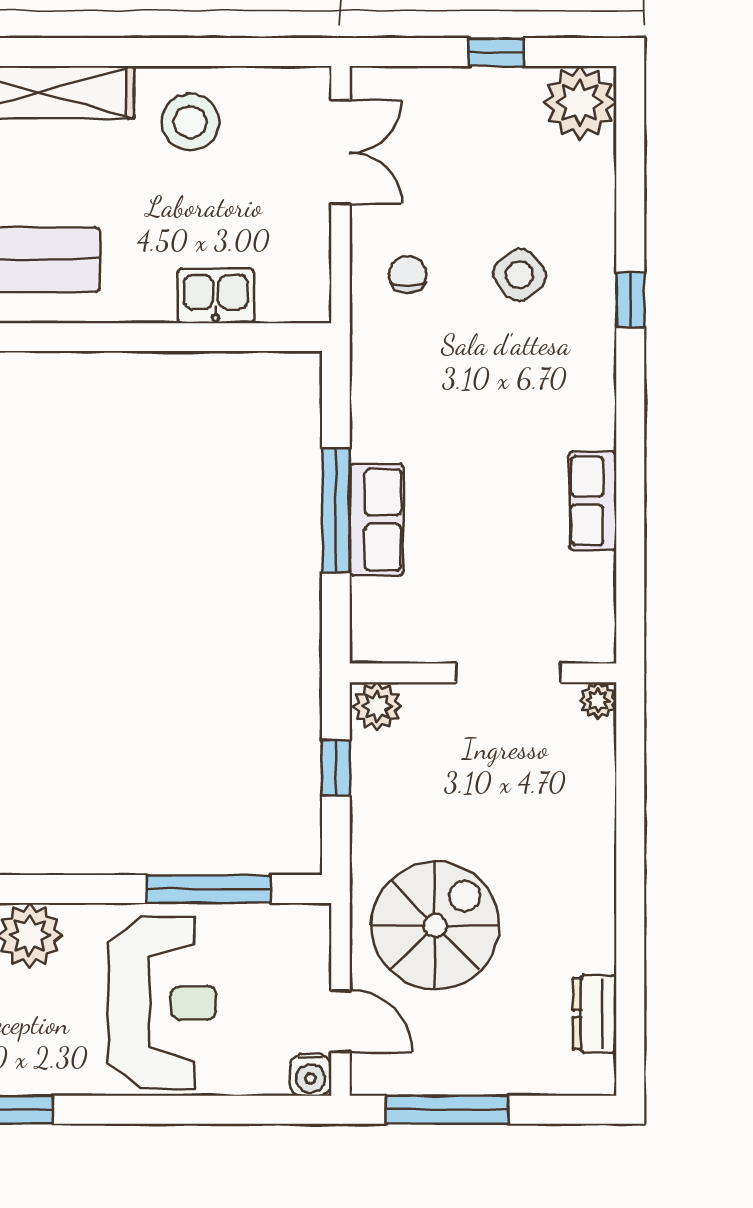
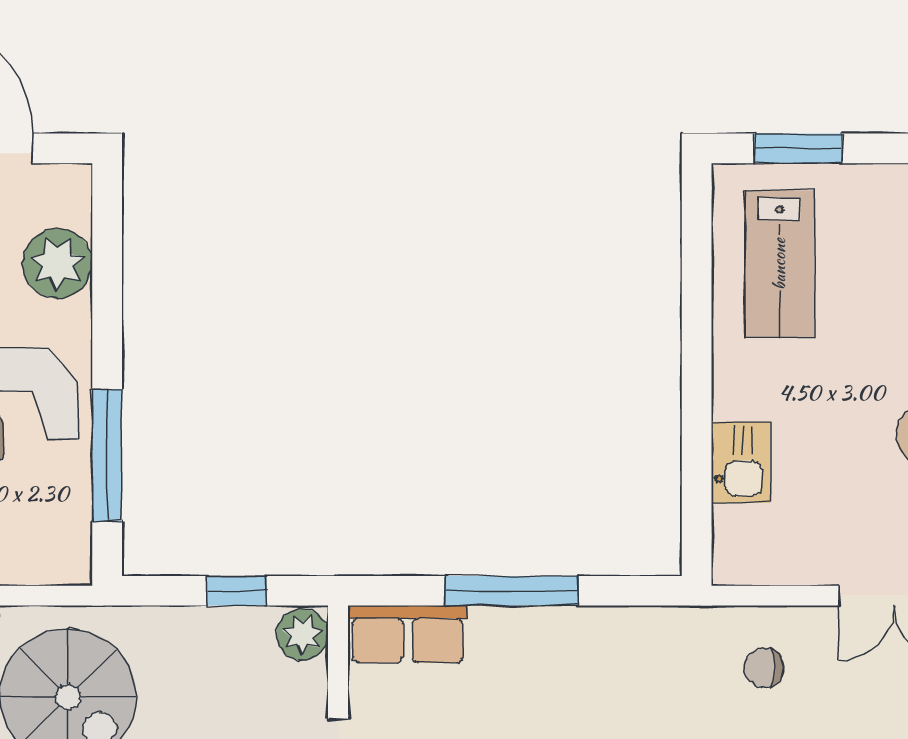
chair: (408, 275) -> (764, 667), turned 180
row of seats: (377, 520) -> (408, 634), moved

